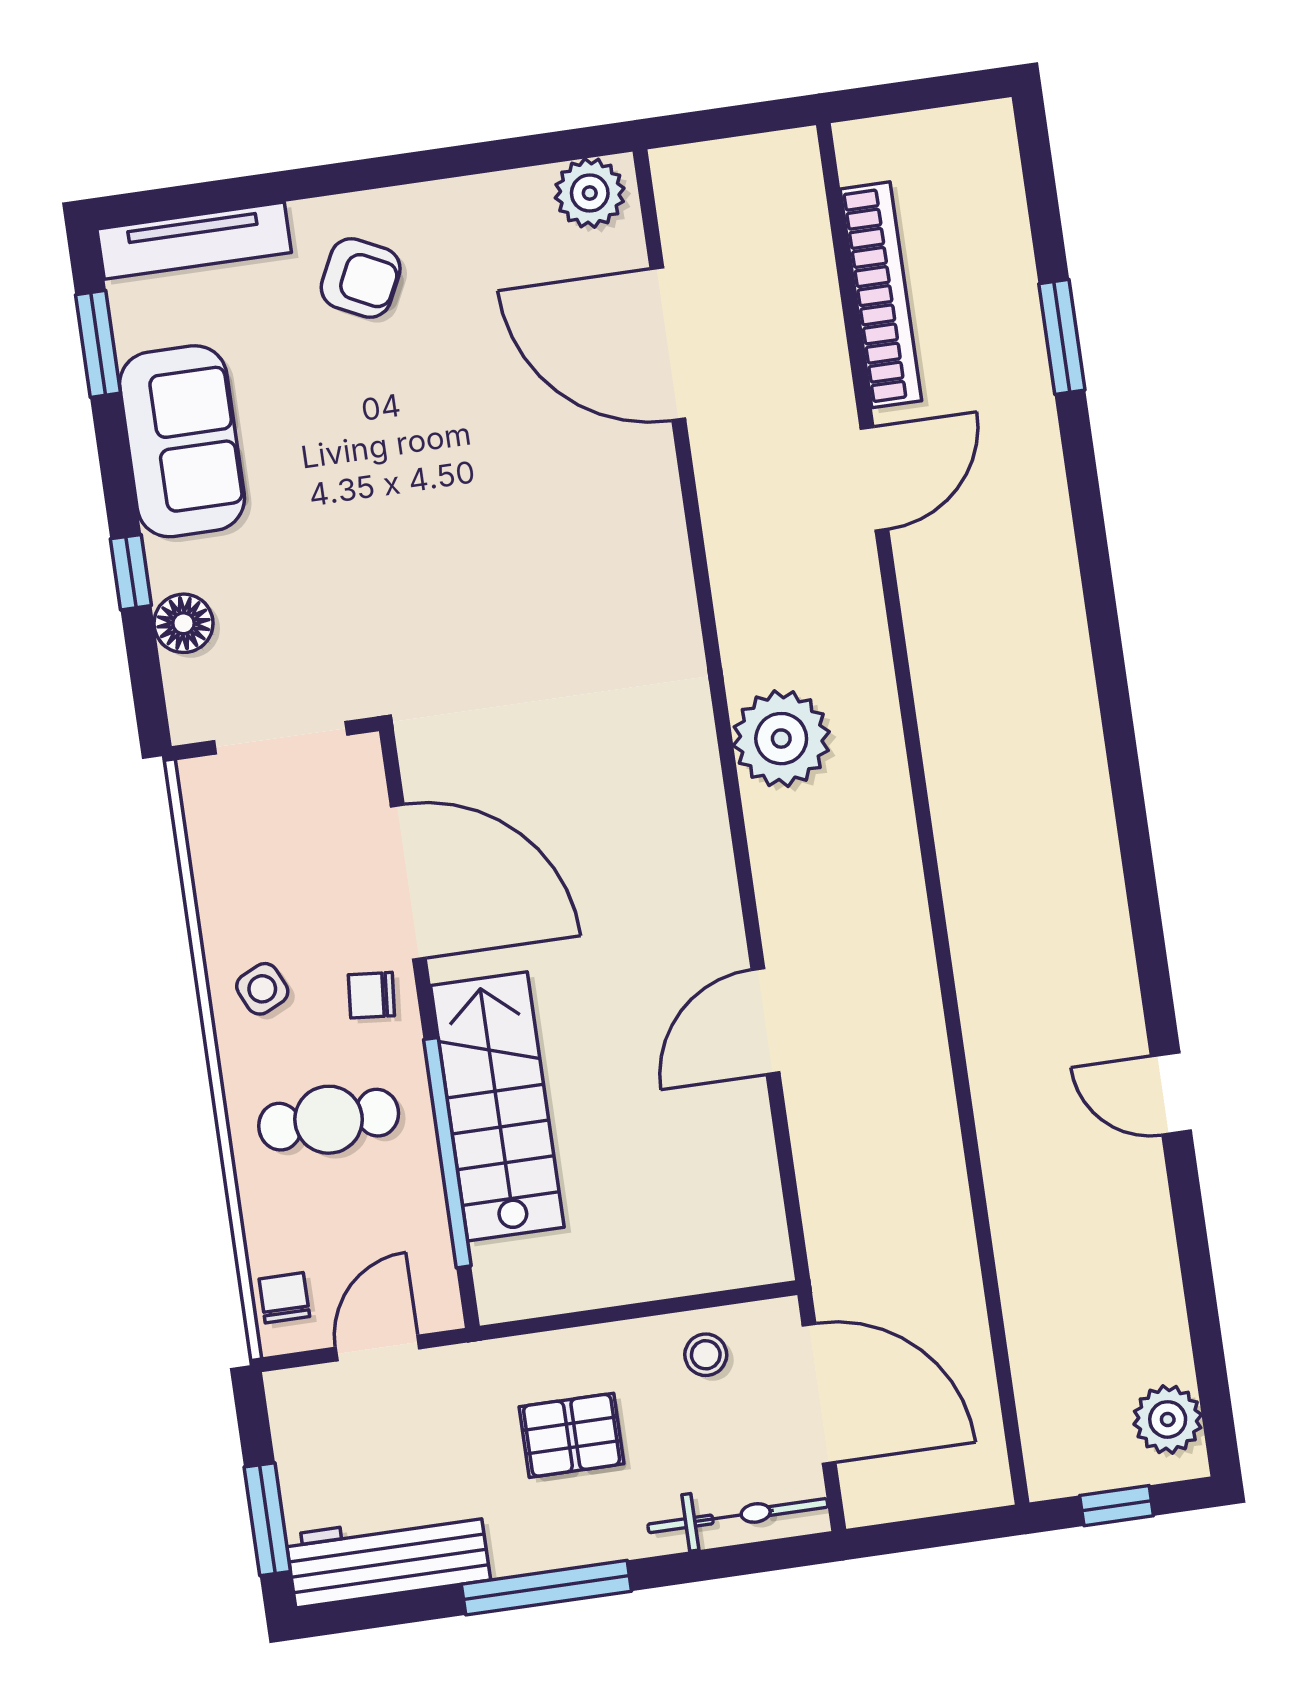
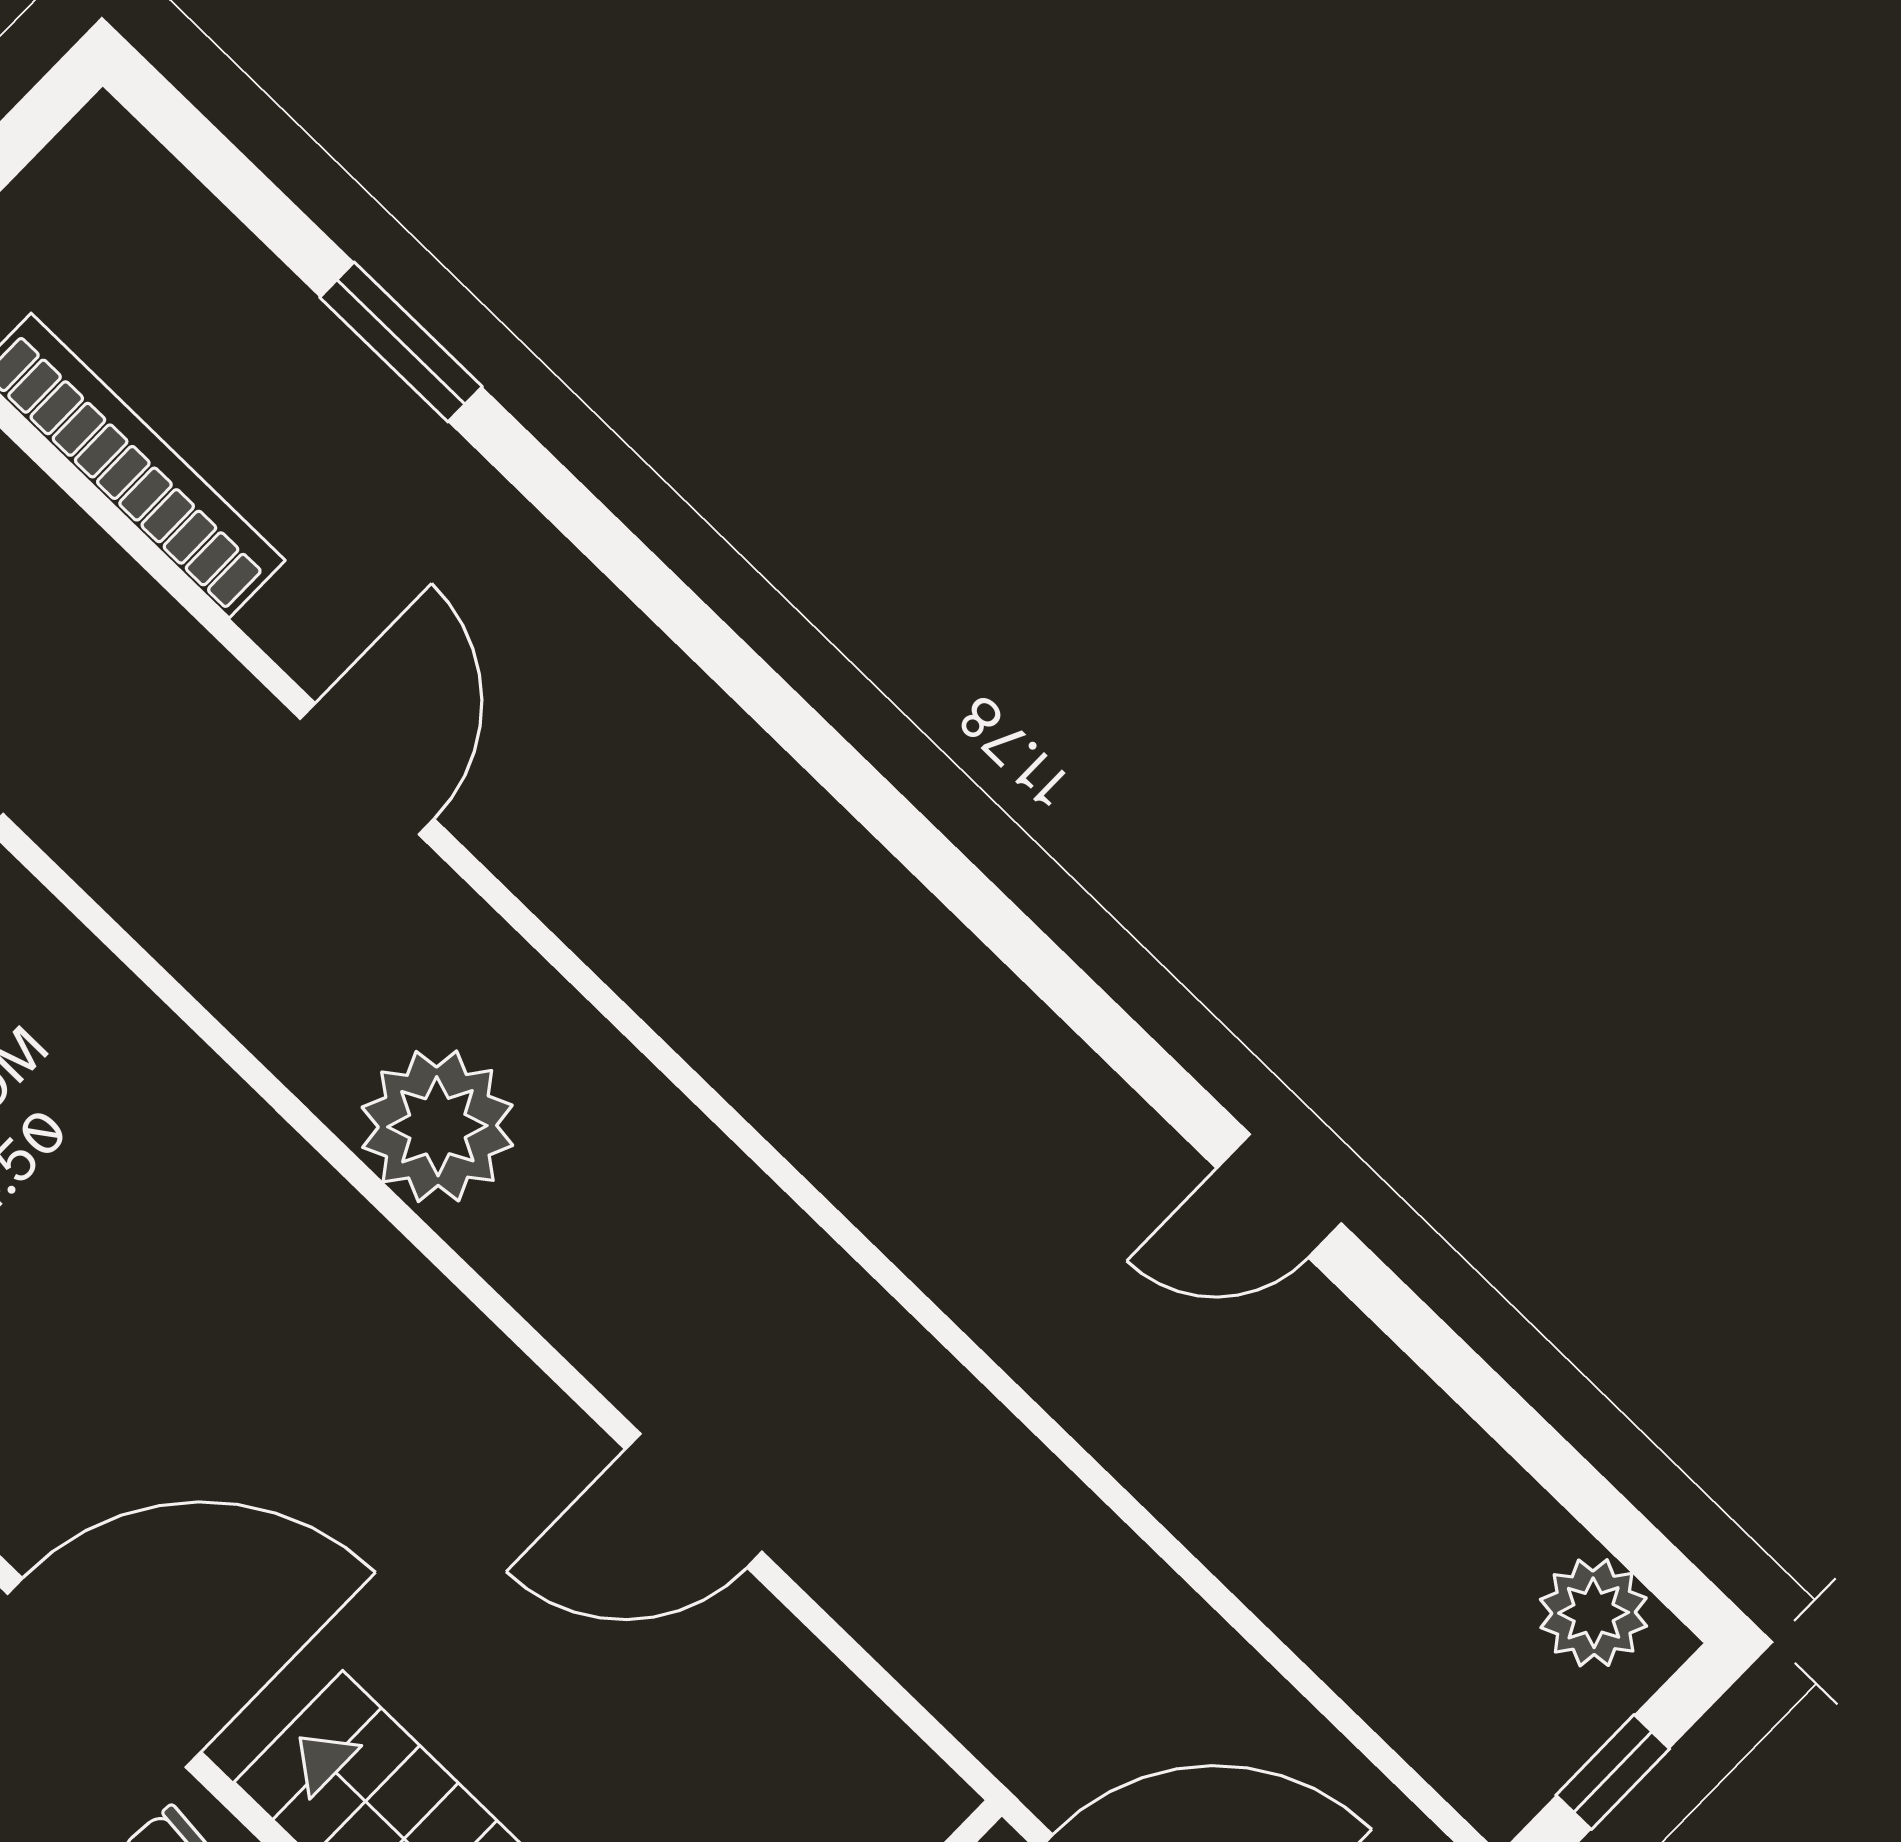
door: (874, 479) -> (367, 769), moved
door: (765, 1021) -> (694, 1501), hinge flipped

